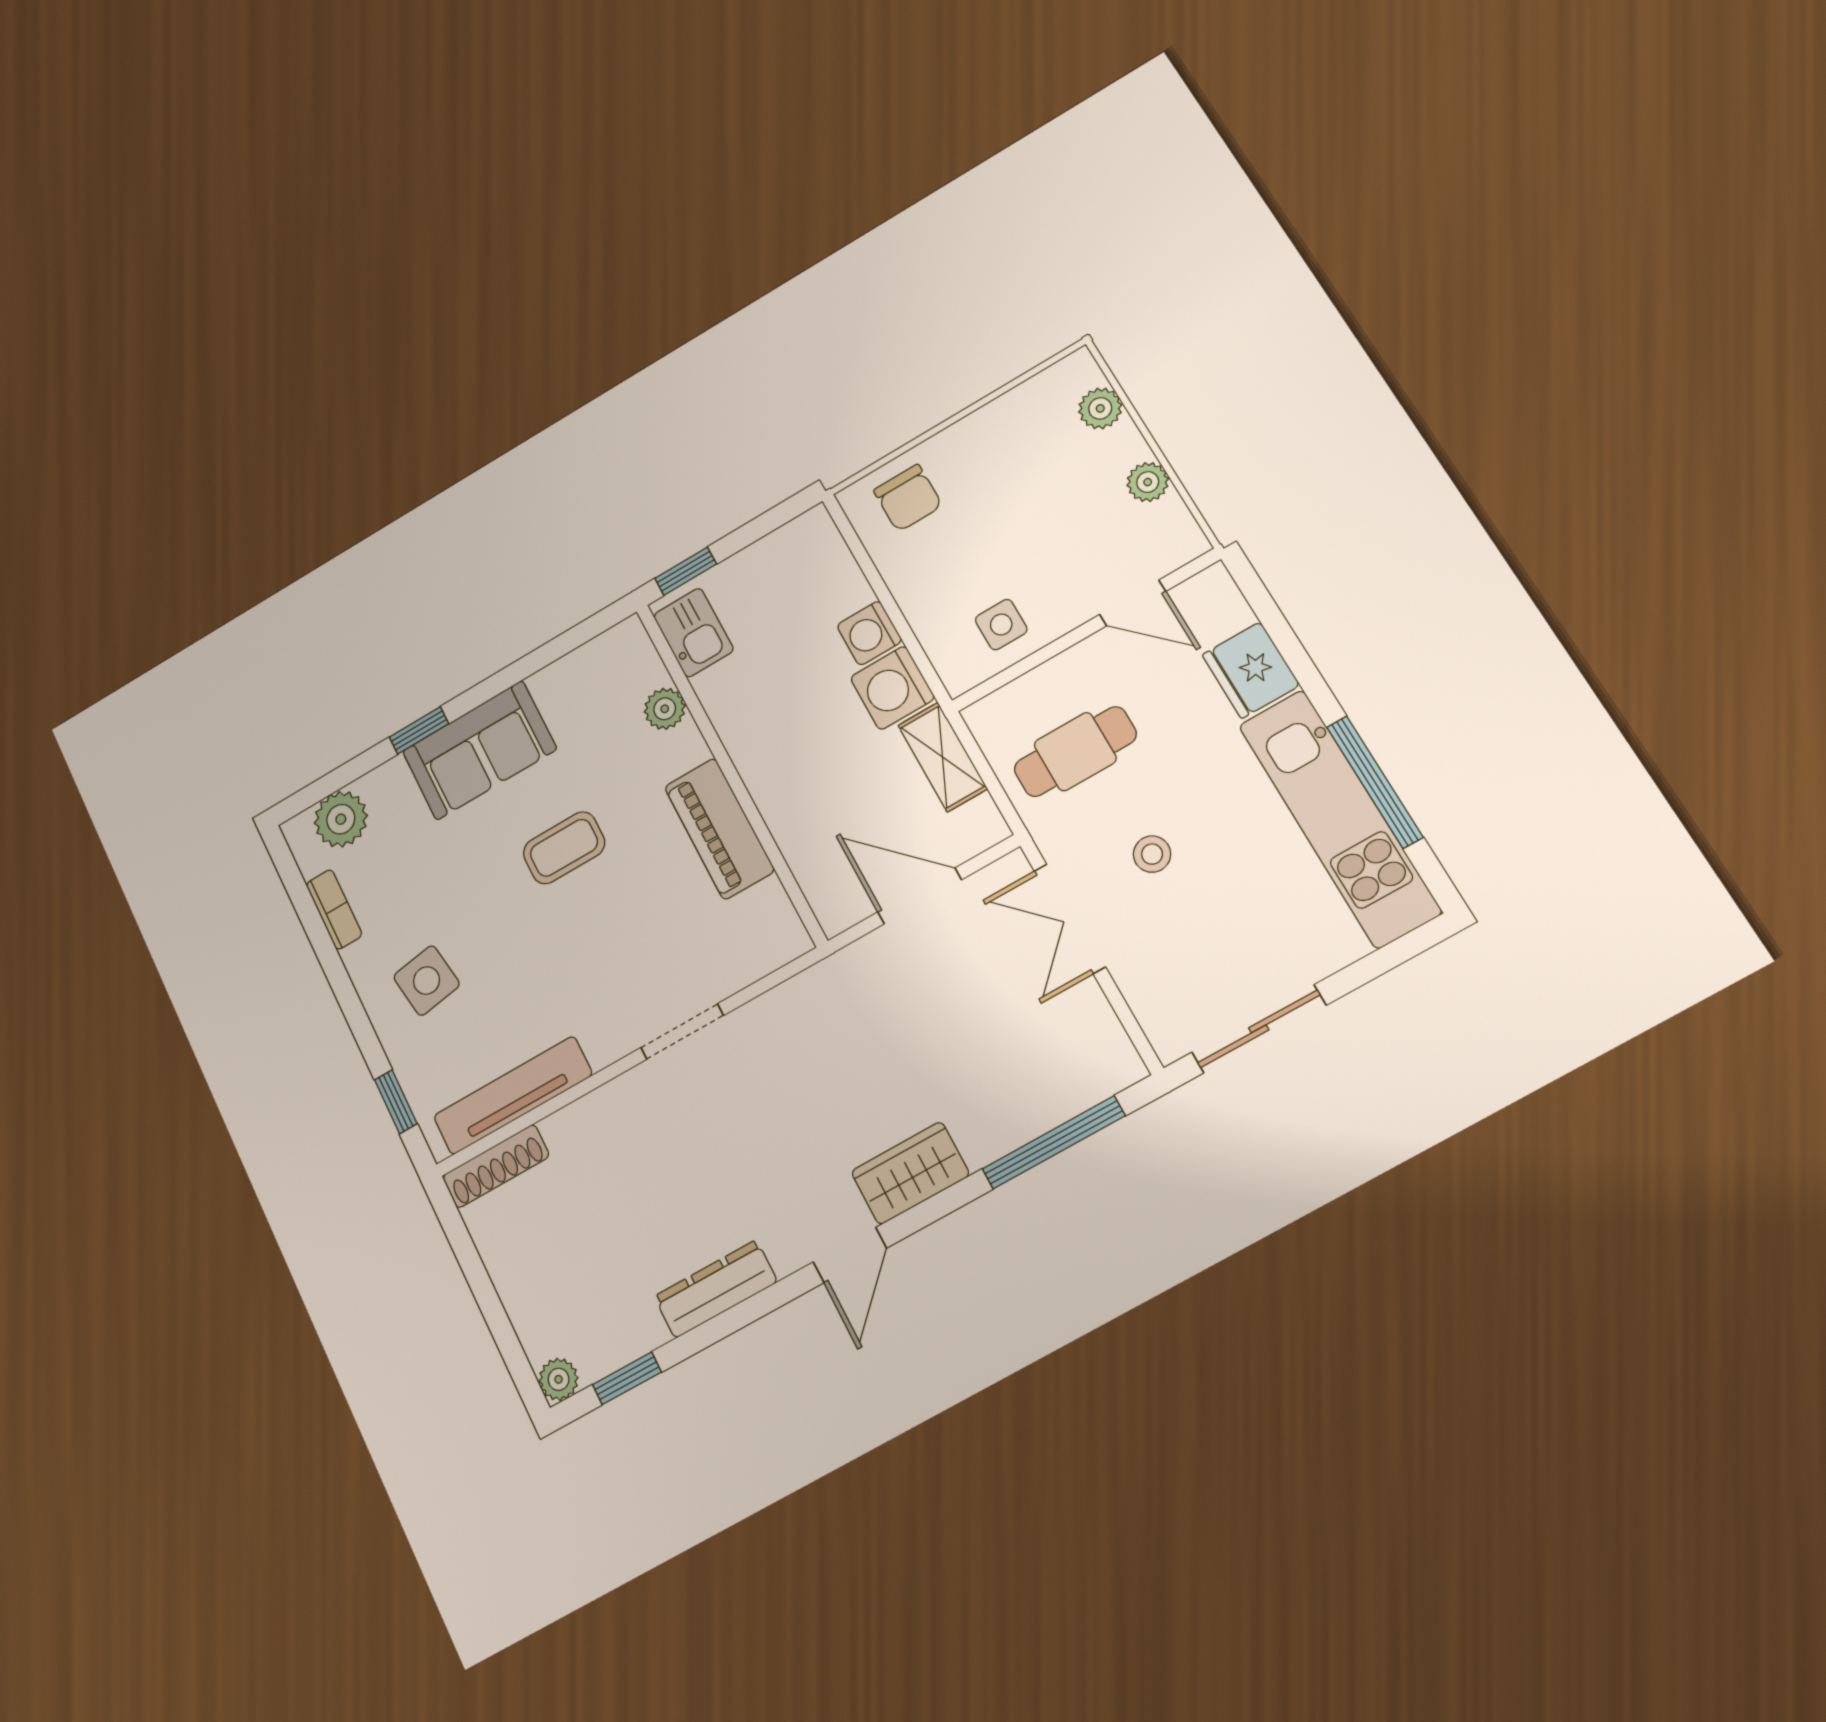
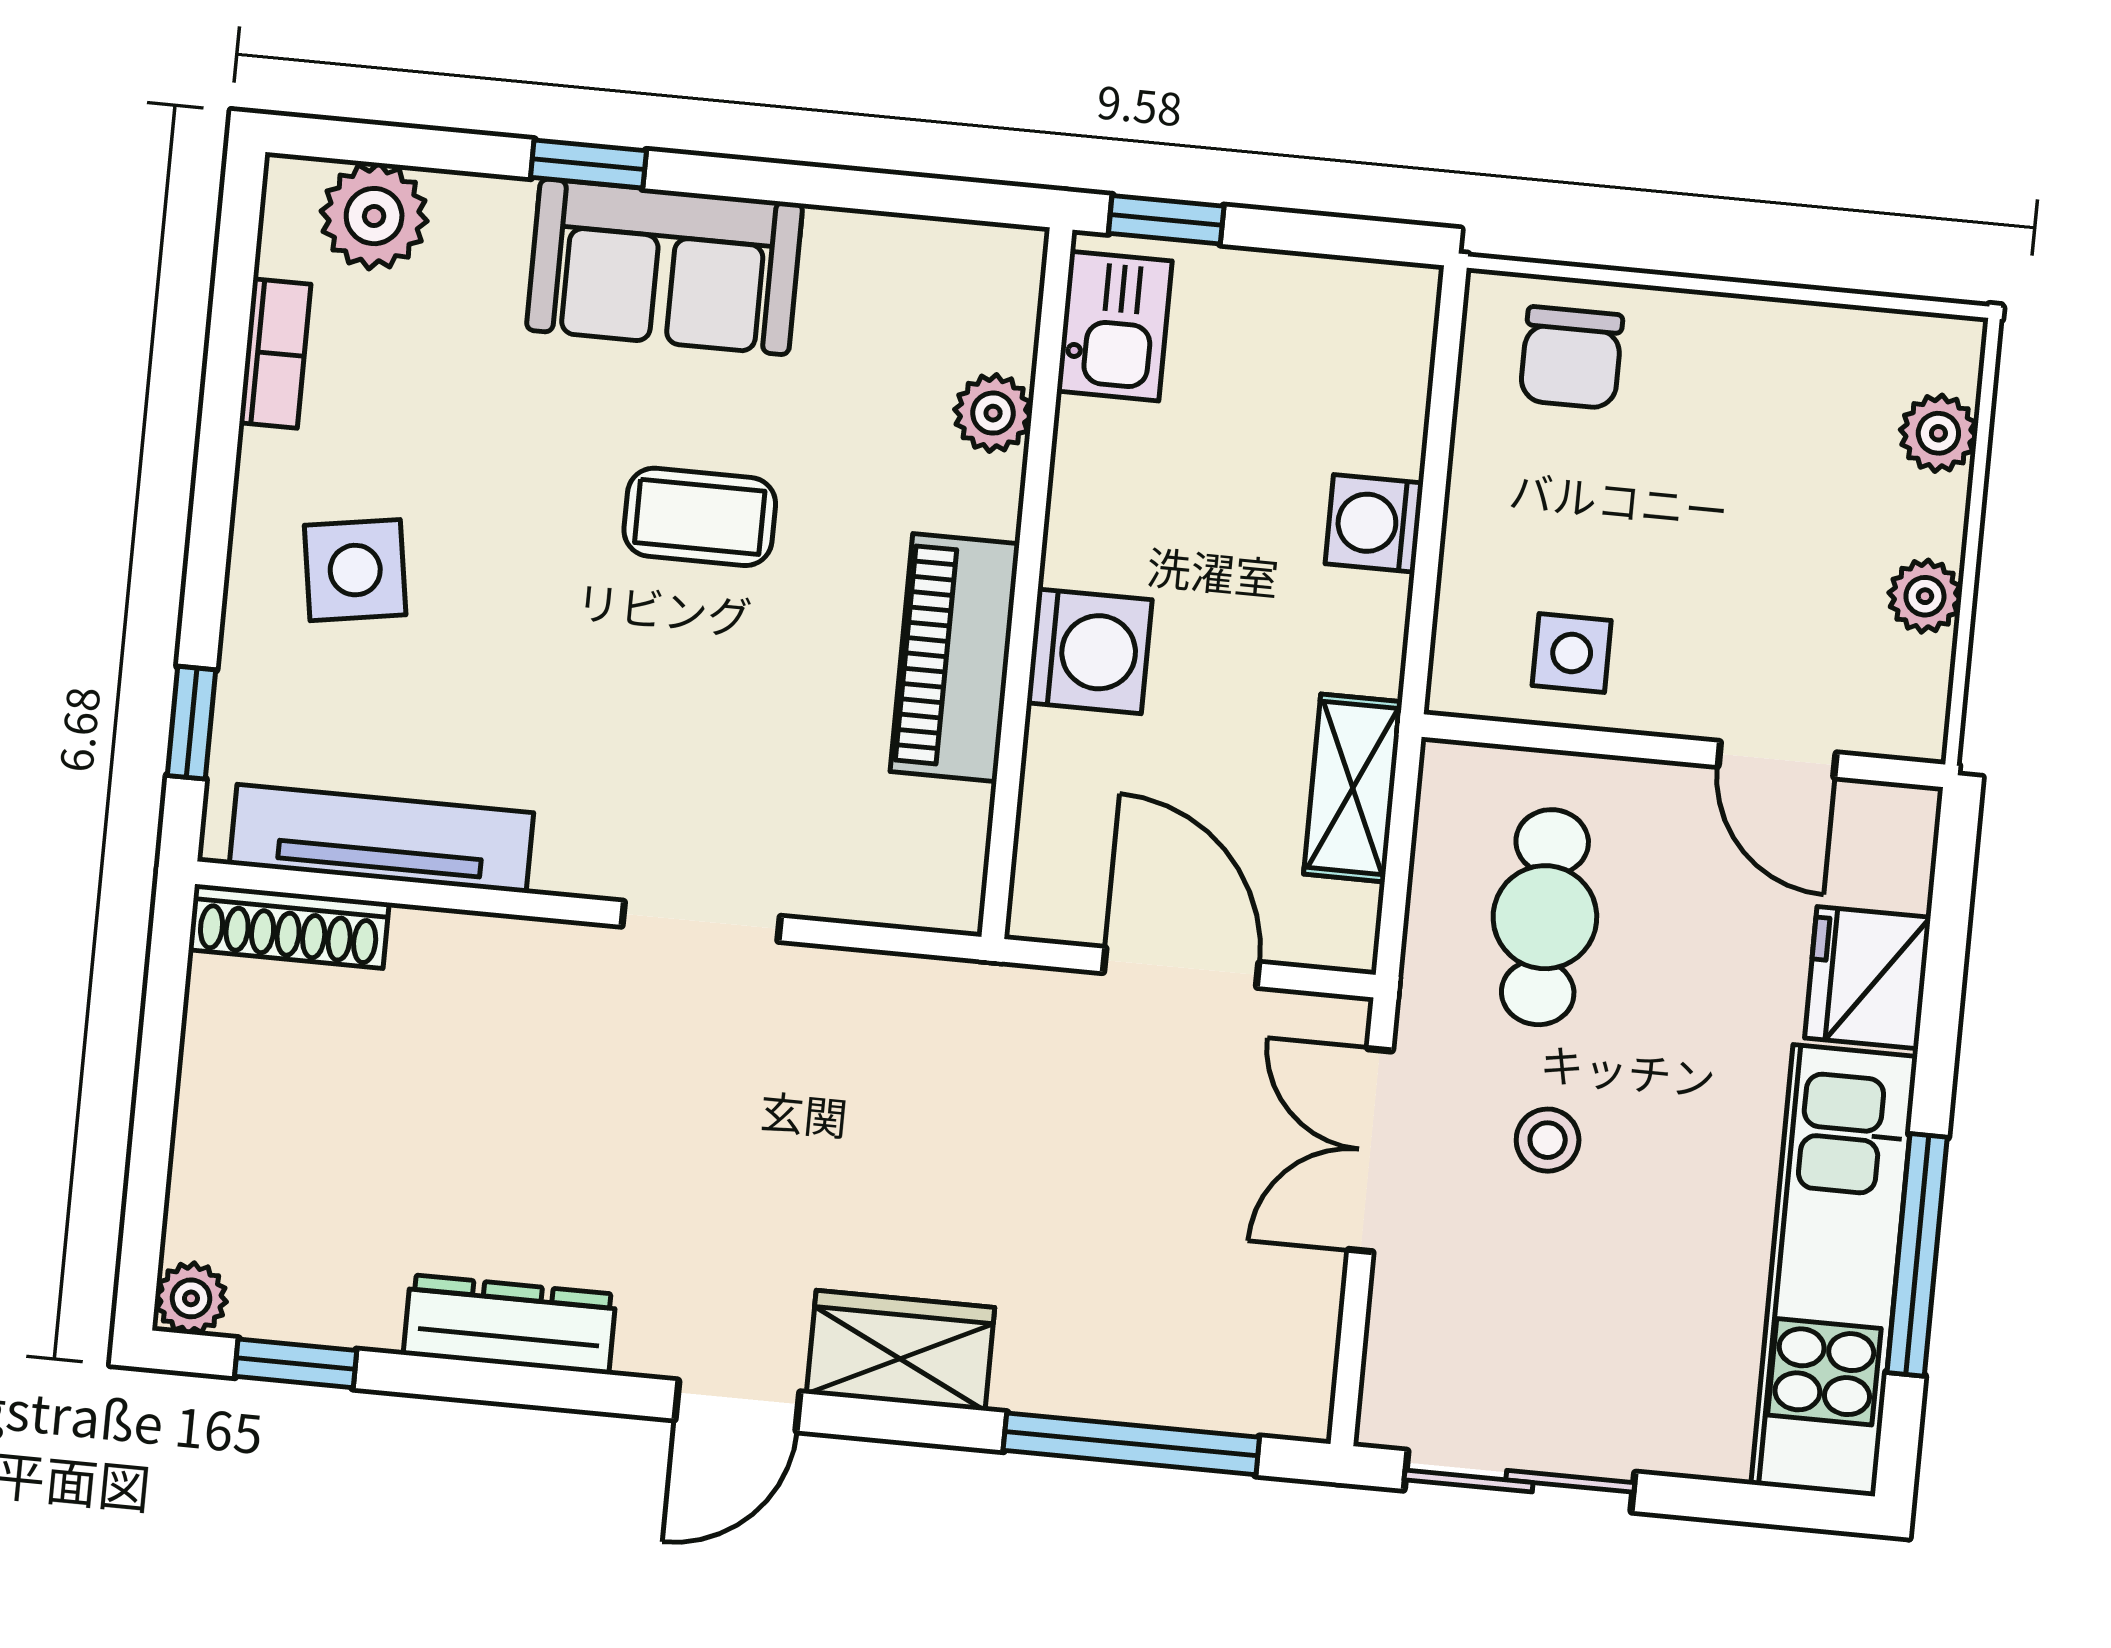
washing machine: (892, 688) -> (1089, 651), moved, turned 180
cafe table: (1075, 752) -> (1545, 917), turned 90

